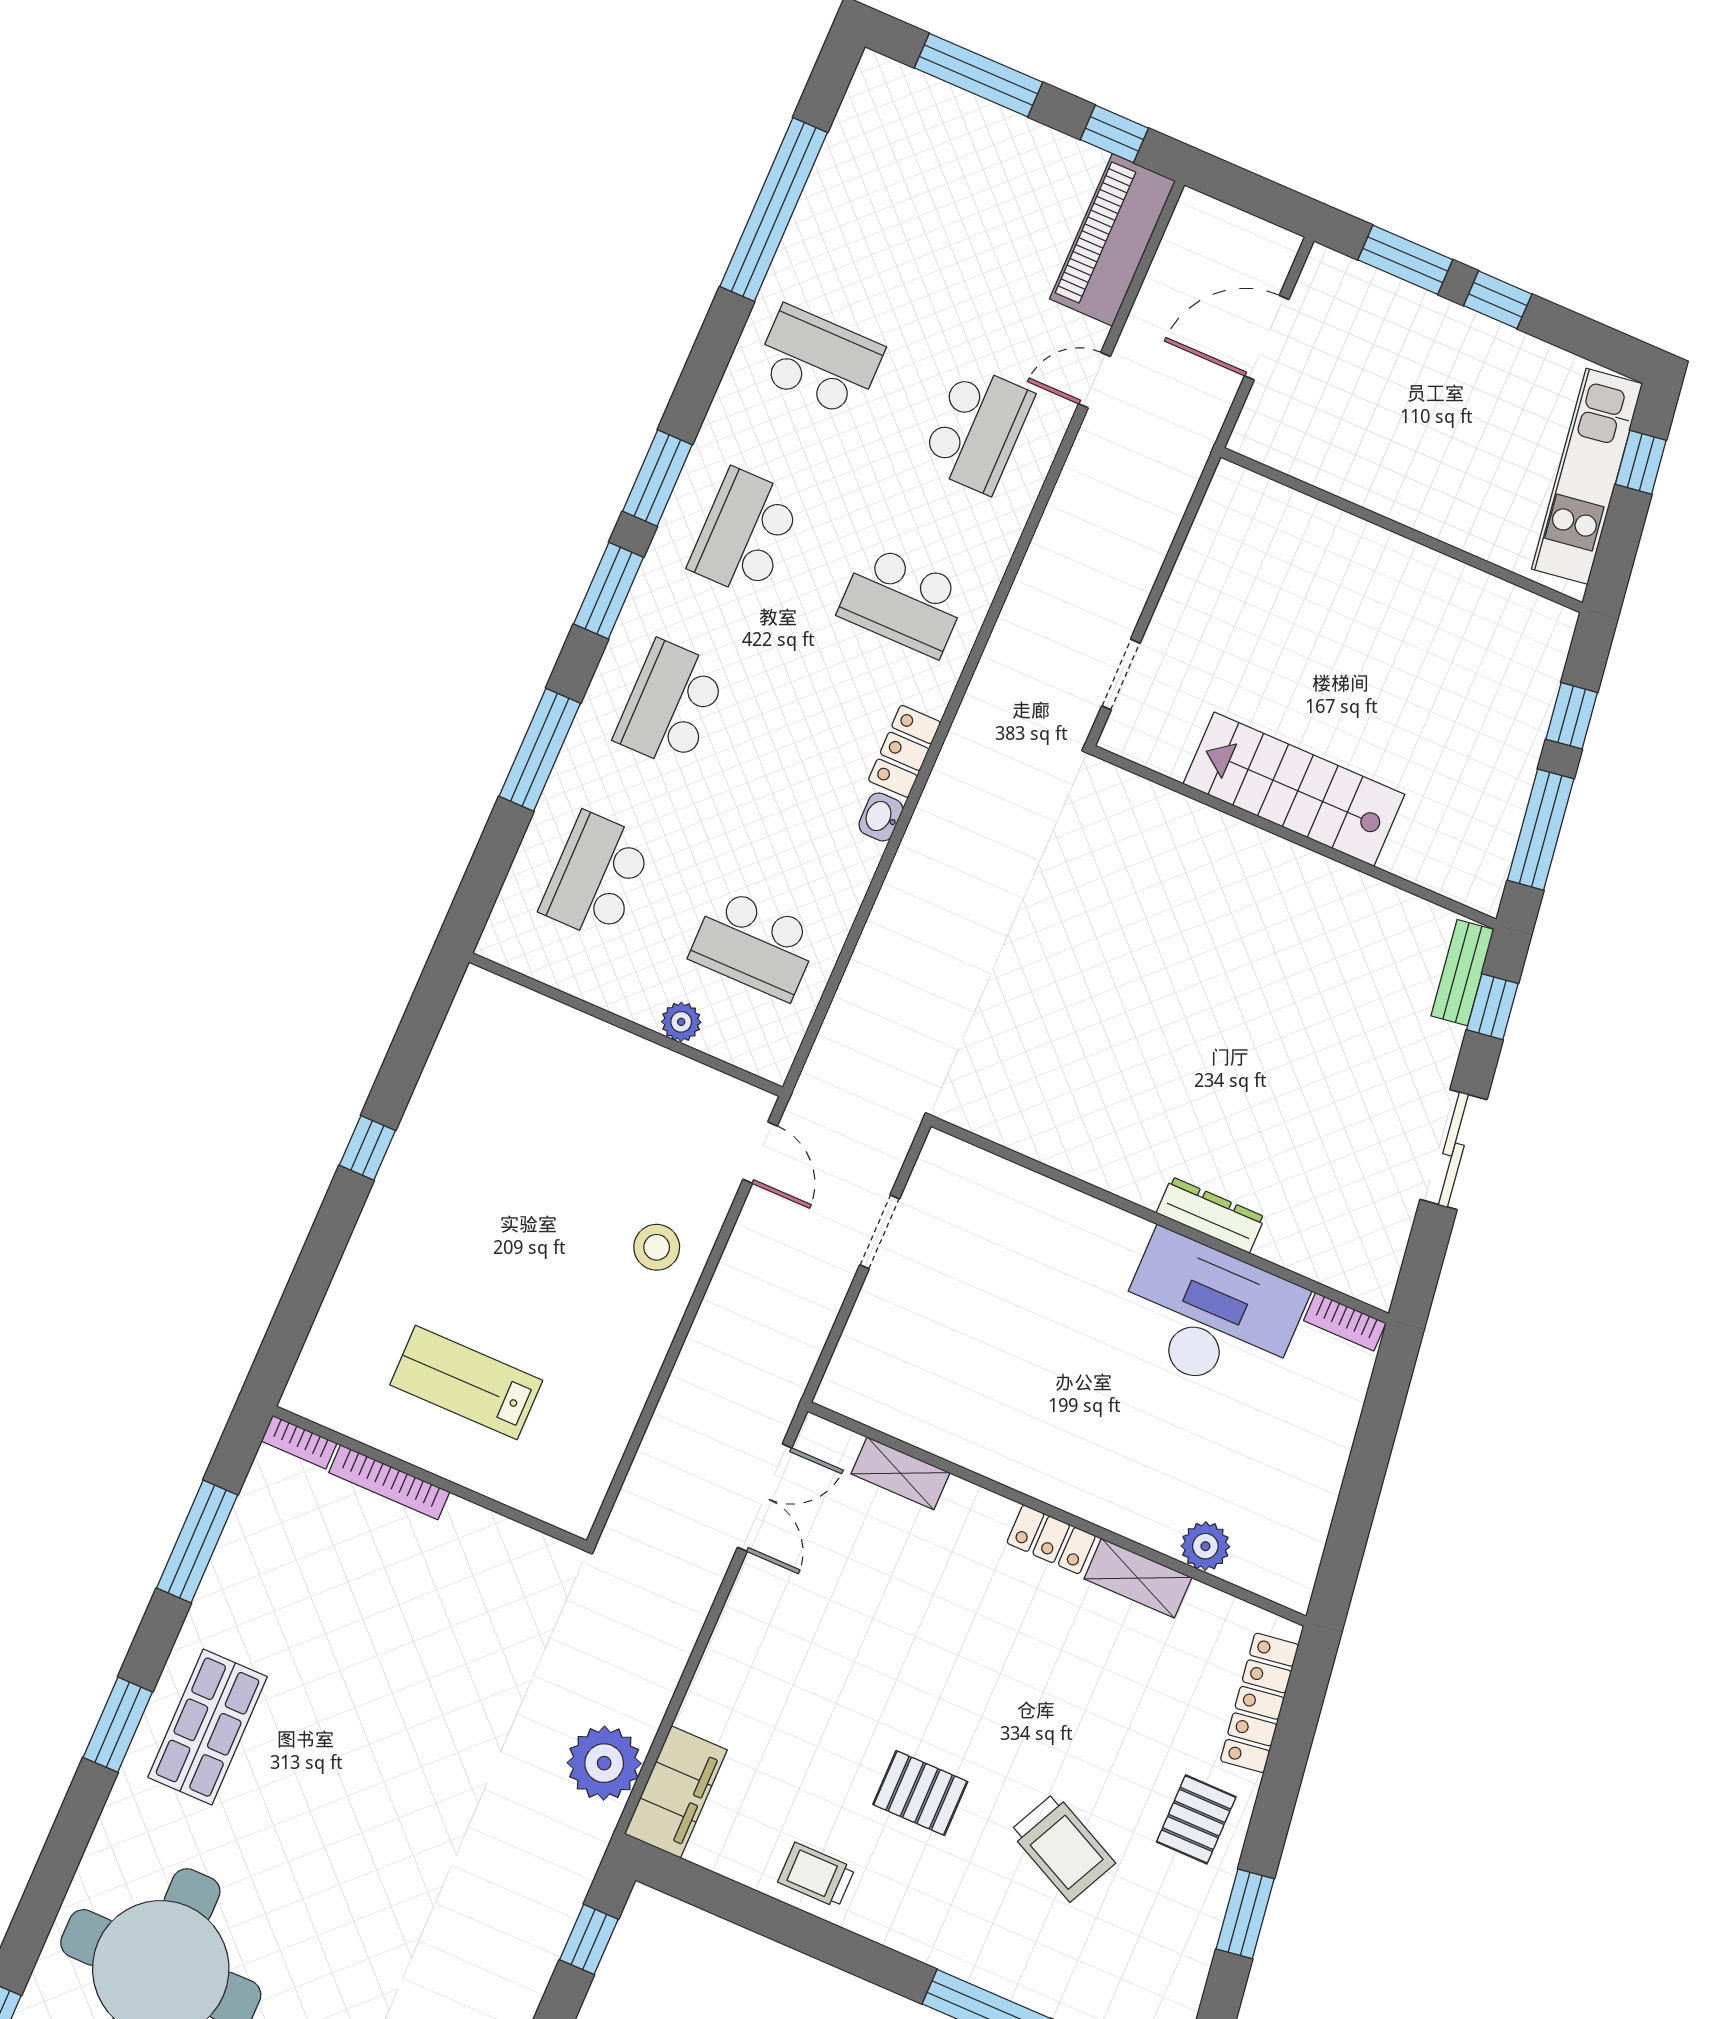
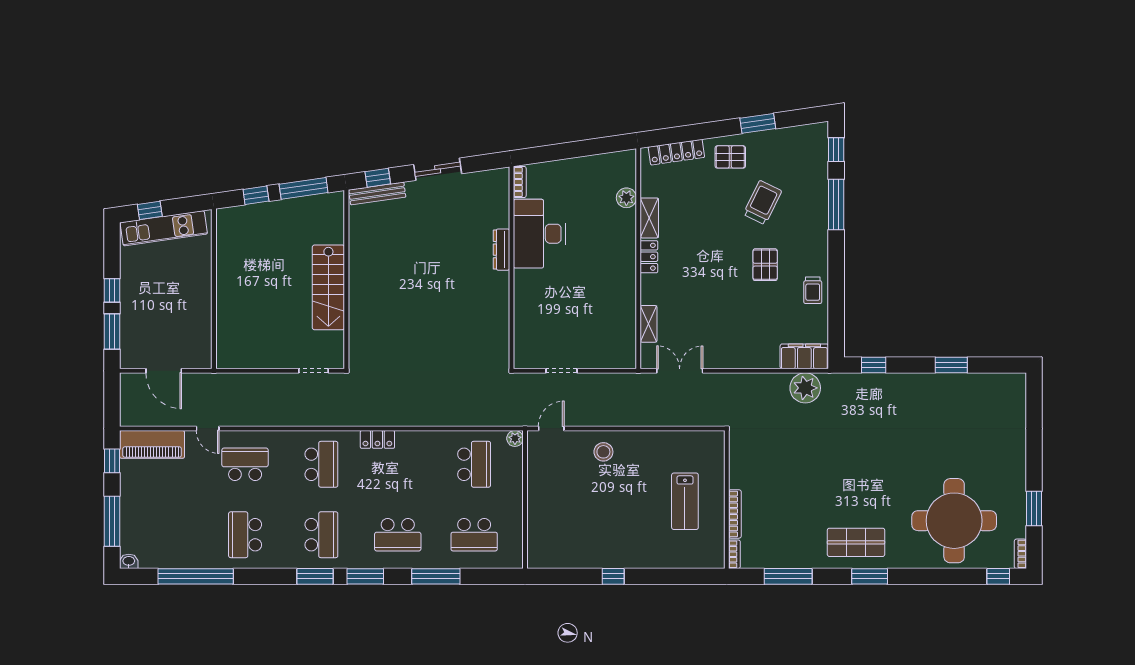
school desk: (745, 533) -> (321, 535), turned -90
washbasin: (881, 817) -> (129, 561), moved, turned 180
bench: (1462, 973) -> (377, 193), width x1.36
plant: (681, 1022) -> (515, 438), moved

